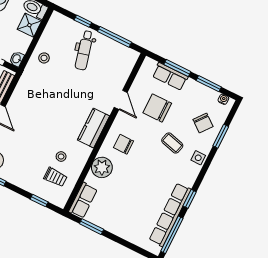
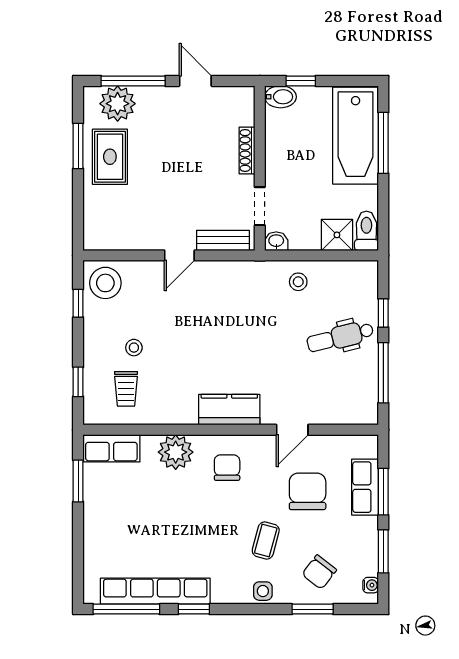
stool: (61, 157) -> (134, 348), moved

